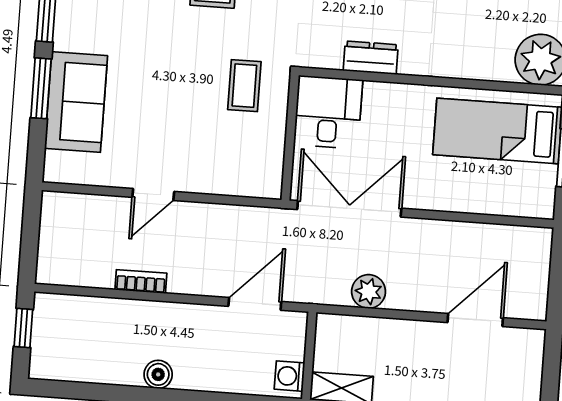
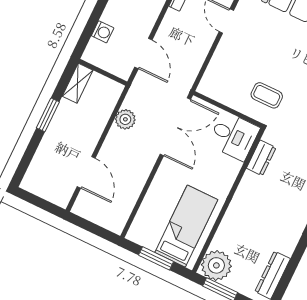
dresser: (371, 58) -> (261, 158), moved
washing machine: (289, 376) -> (103, 32), moved, turned 90

